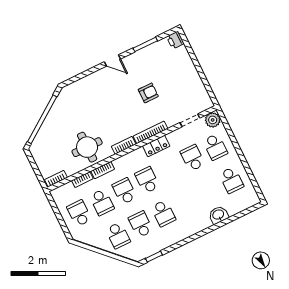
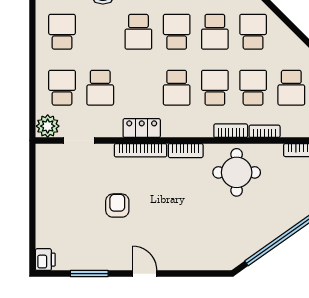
armchair: (148, 93) -> (117, 206), turned 90
school desk: (124, 191) -> (215, 88), turned 180
school desk: (186, 202) -> (138, 32), added

